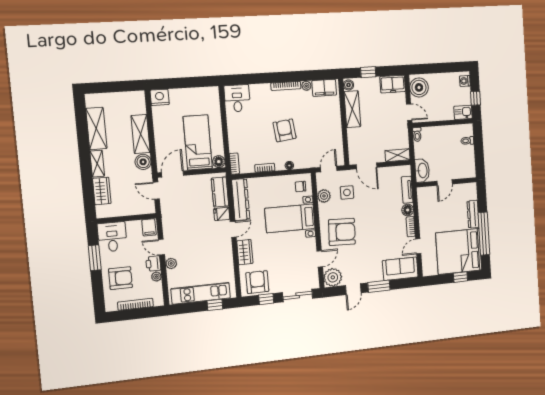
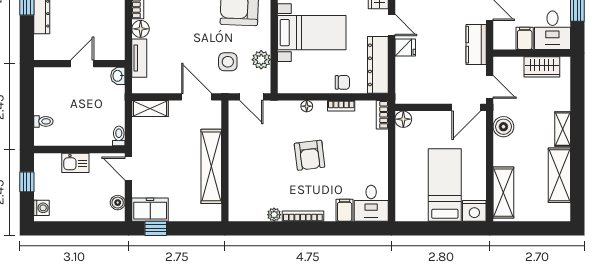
window: (368, 72) -> (156, 228), moved
boiler: (349, 85) -> (214, 212), removed
boiler: (419, 87) -> (118, 203), width x0.54, depth x0.54
filing cabinet: (324, 88) -> (345, 210), moved, width x0.50
shelving: (352, 109) -> (211, 166), width x1.47
kitchen sink: (463, 112) -> (75, 163), moved
shelving: (141, 134) -> (503, 193), moved
bed: (198, 142) -> (445, 185), moved, turned 180
door: (329, 169) -> (251, 97), hinge flipped
washbasin: (422, 170) -> (118, 76), width x0.52, depth x0.69
chair: (300, 187) -> (342, 82), moved
wardrobe: (102, 191) -> (542, 67), moved, turned -90
kitchen counter: (220, 192) -> (476, 45), moved, turned 180
filing cabinet: (149, 227) -> (525, 38), moved
door: (233, 229) -> (392, 25), swing flipped

